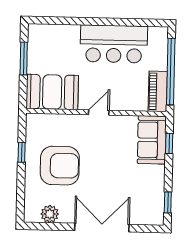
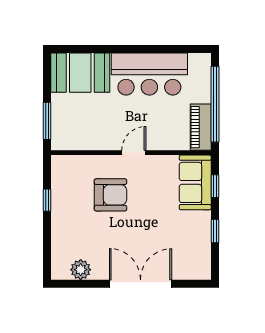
window: (24, 59) -> (47, 121), moved
booth: (52, 92) -> (80, 73), moved
armchair: (60, 166) -> (110, 195), moved, width x0.73, depth x0.73
window: (168, 202) -> (215, 231), moved

